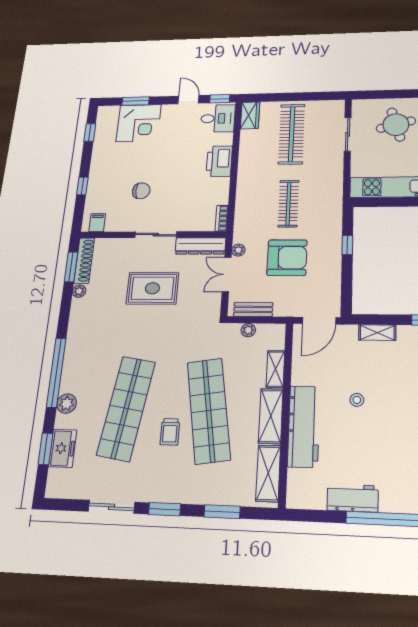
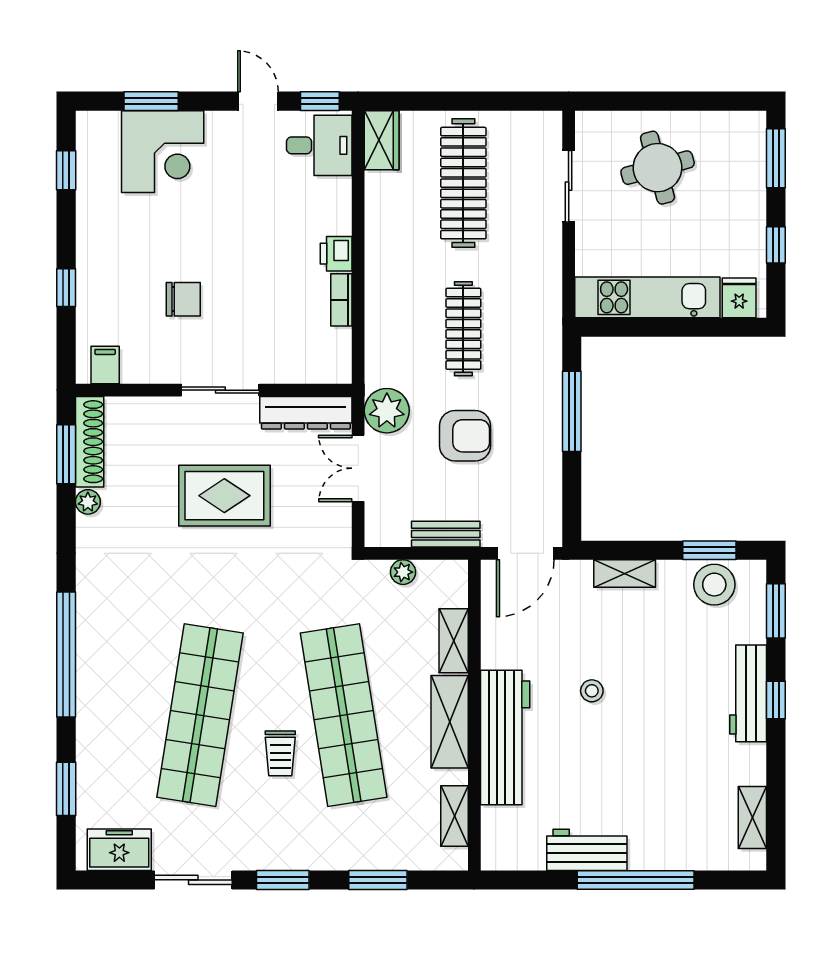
printer: (219, 161) -> (336, 254), width x0.53, depth x0.68
bookcase: (222, 218) -> (341, 300), moved
window: (347, 245) -> (572, 411), width x2.17
plant: (238, 250) -> (387, 411), width x1.88, depth x1.88
armchair: (287, 258) -> (465, 436), width x0.73, depth x0.73
bench: (253, 309) -> (446, 534), moved
plant: (67, 404) -> (93, 710), removed
freezer: (63, 448) -> (119, 850), moved, turned -90
shelving: (268, 473) -> (454, 816), width x0.67, depth x0.75

